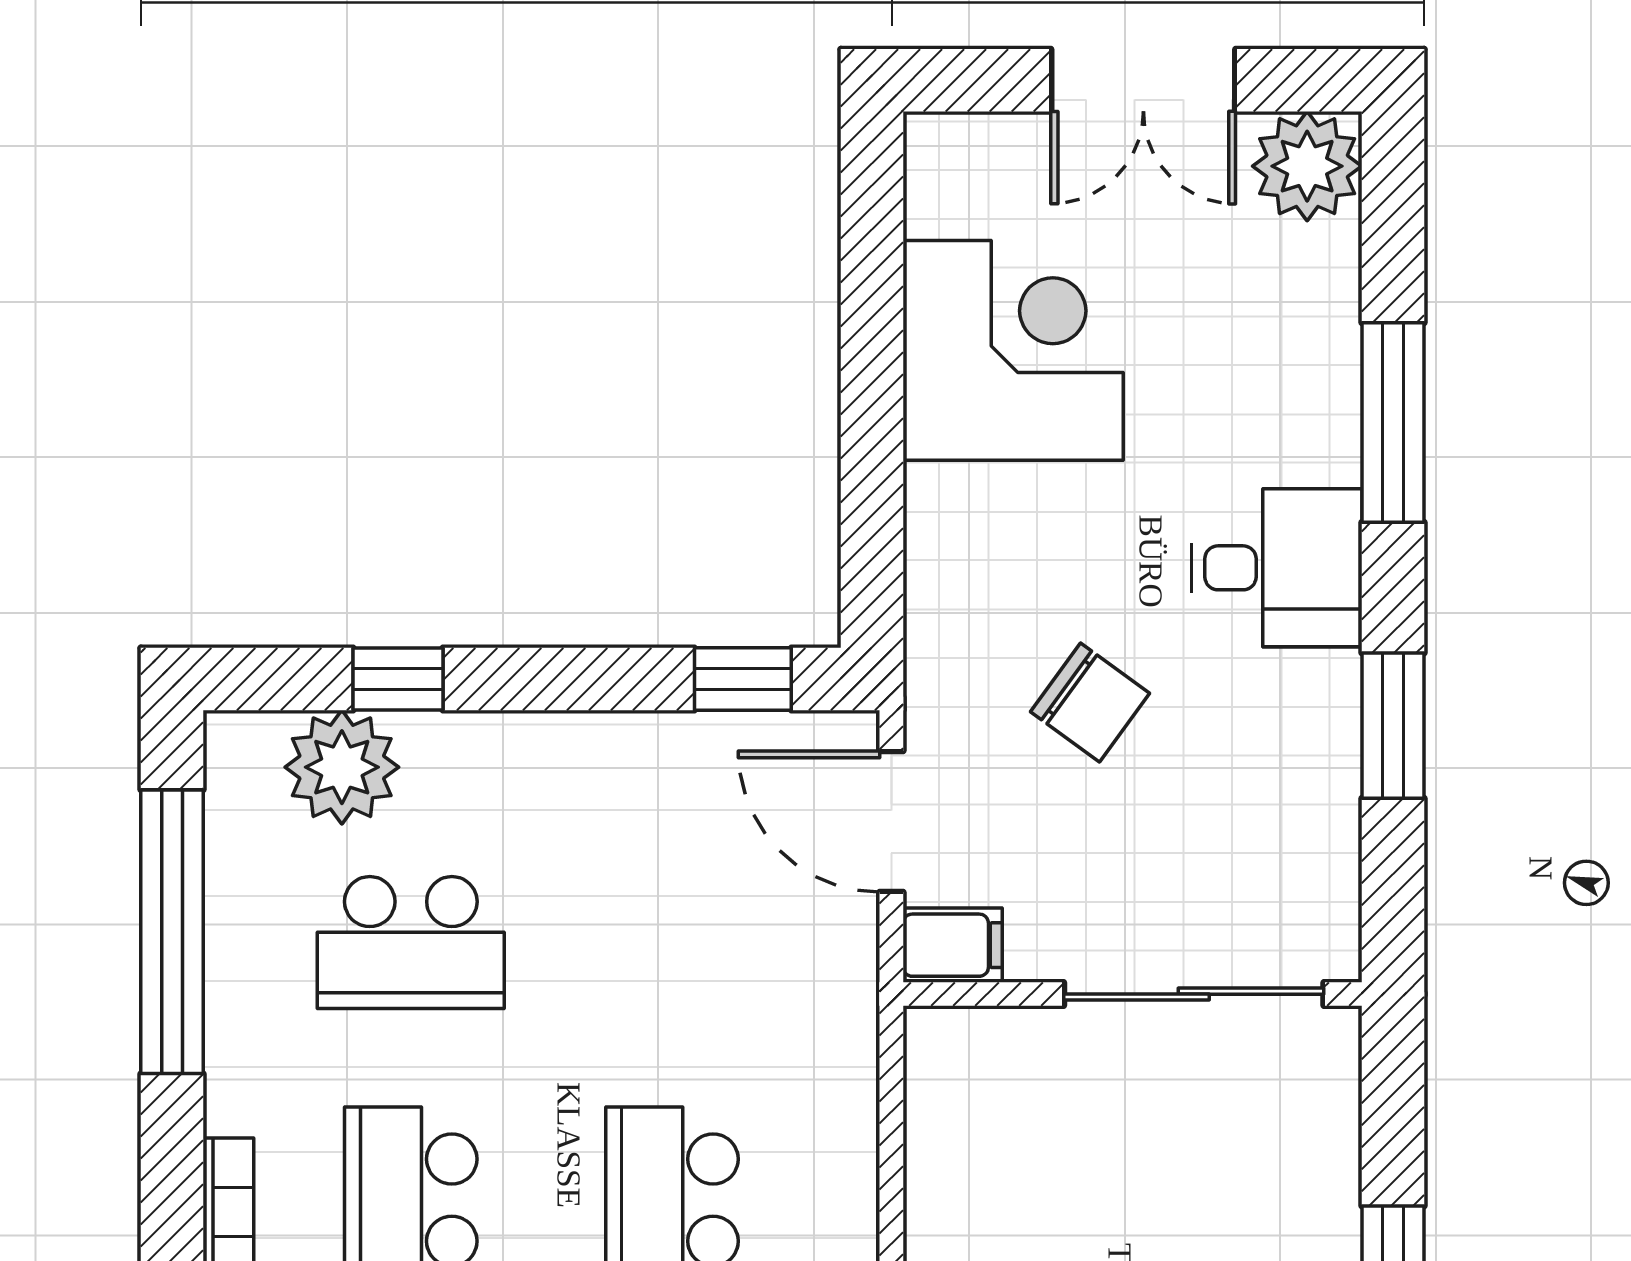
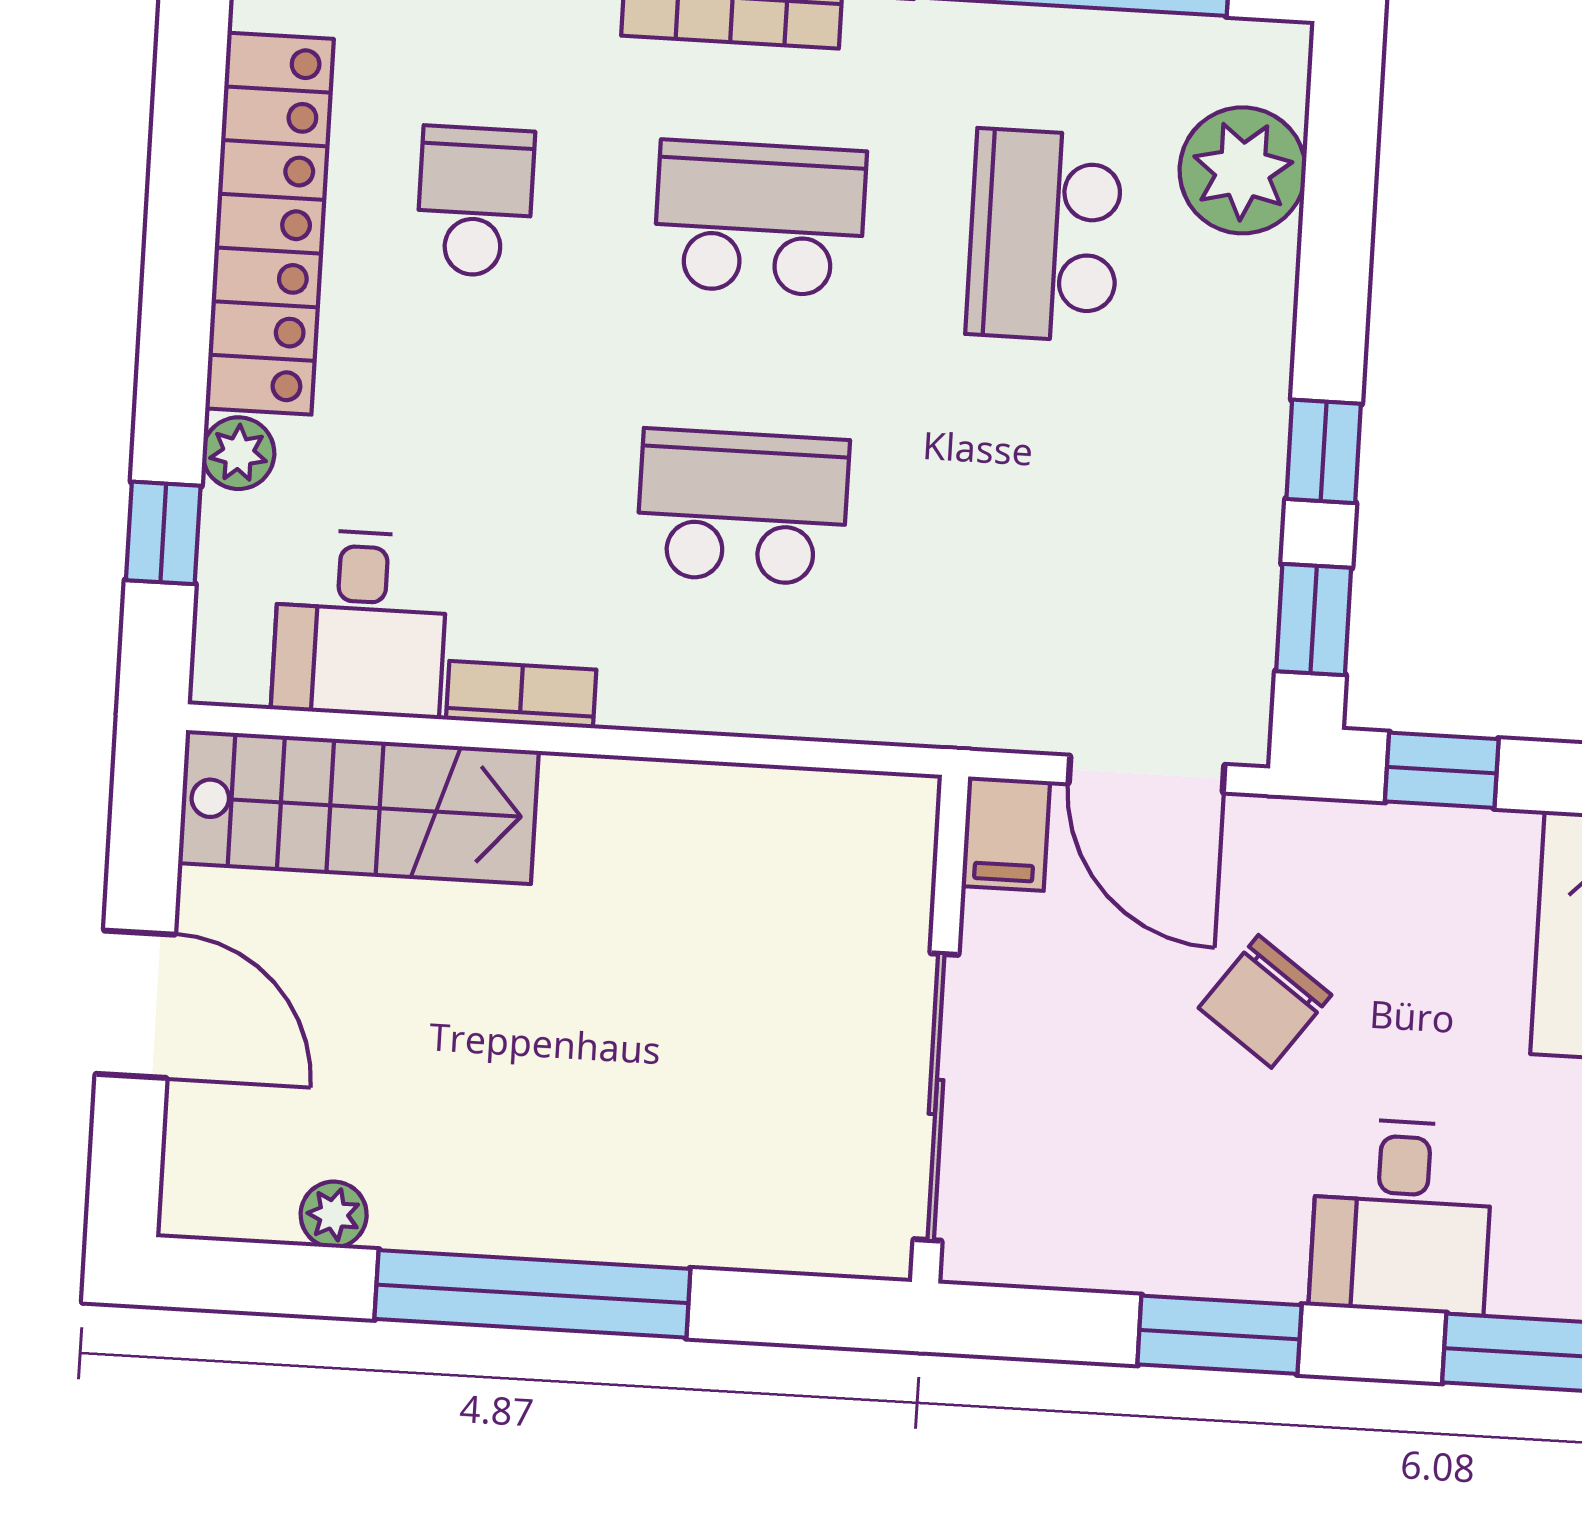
window: (872, 555) -> (1442, 770), added
window: (398, 679) -> (1324, 451), moved
door: (891, 821) -> (1147, 774), swing flipped

